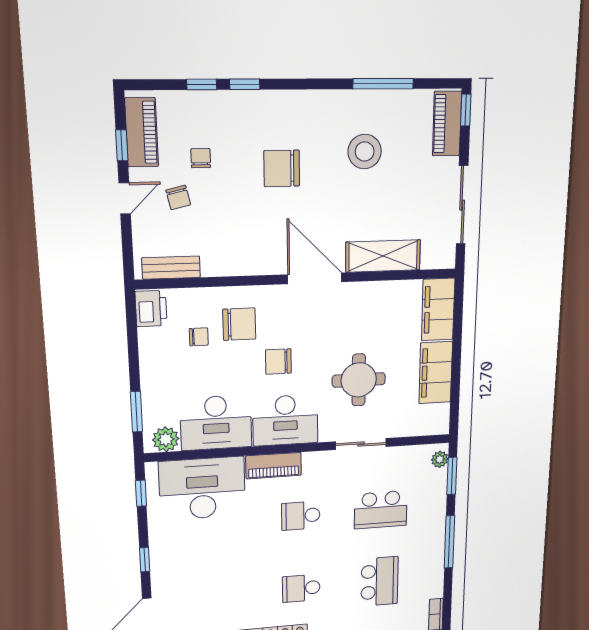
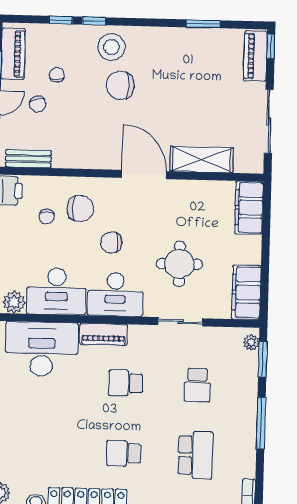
window: (383, 84) -> (203, 24), width x0.69
stool: (365, 152) -> (111, 47), moved
chair: (199, 337) -> (47, 217), turned 90
filing cabinet: (436, 373) -> (246, 292), moved
school desk: (381, 510) -> (197, 385), width x0.54

